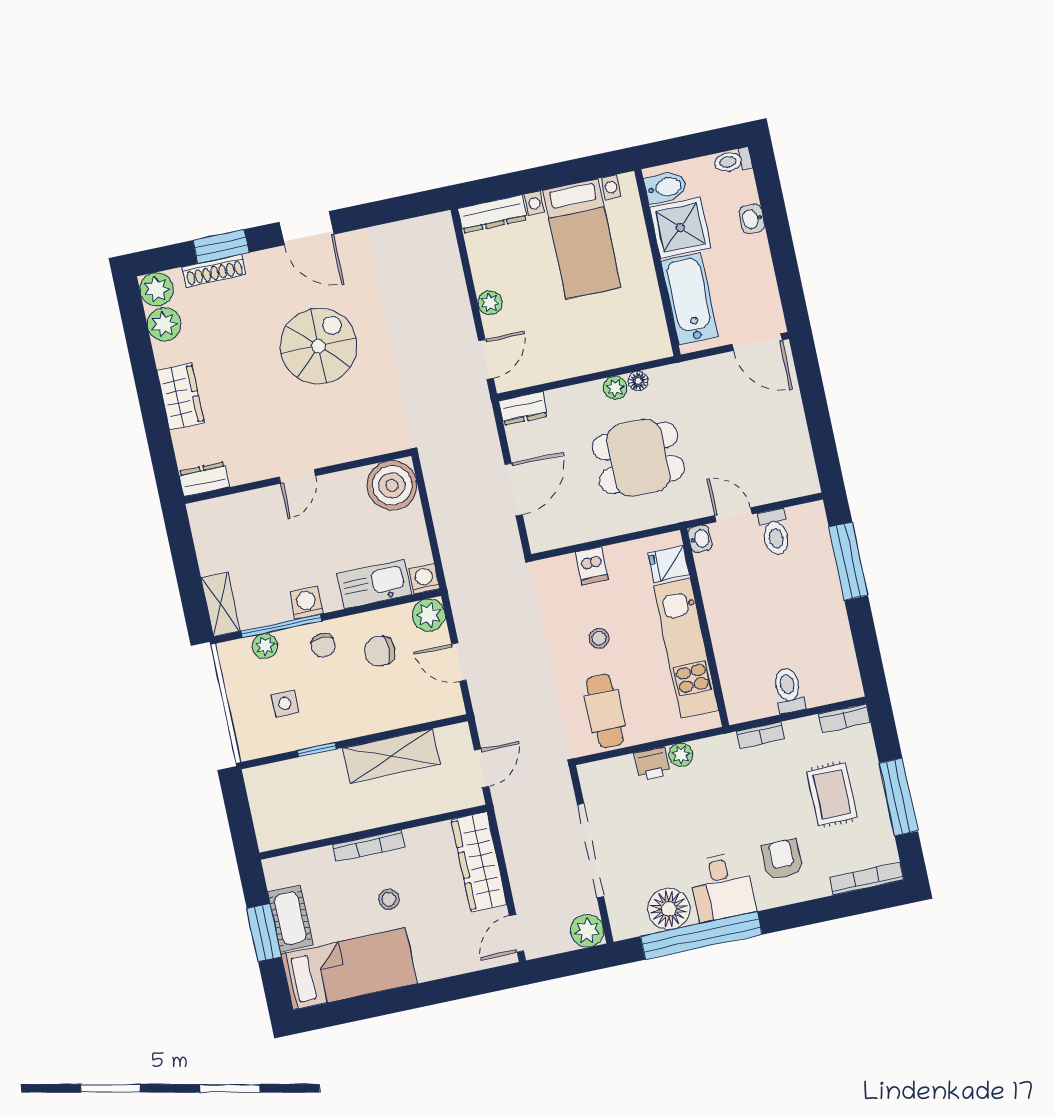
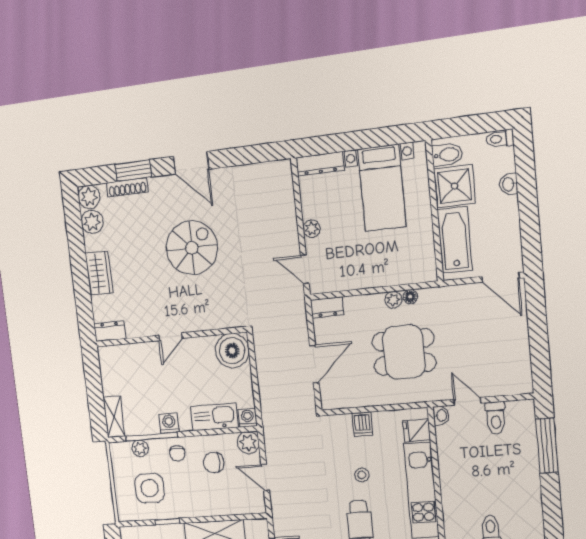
door: (486, 359) -> (305, 269), swing flipped
side table: (285, 703) -> (150, 488), width x1.87, depth x1.87

